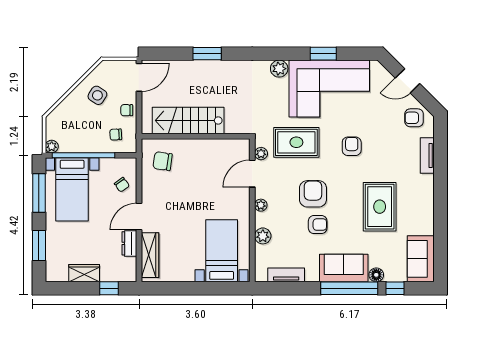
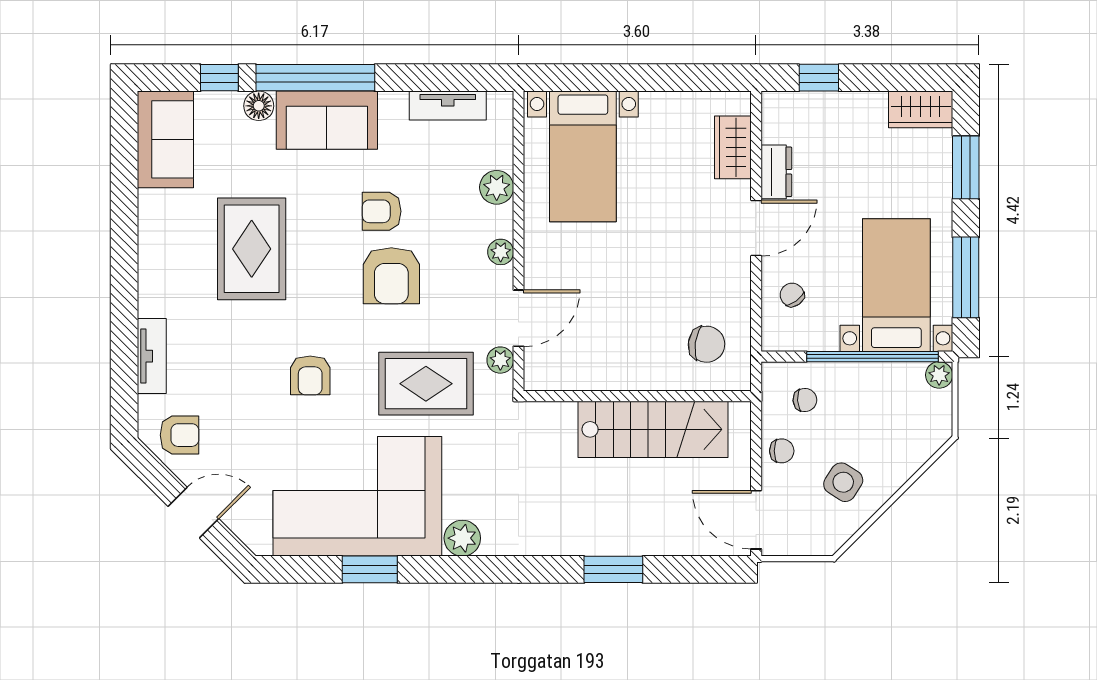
door: (139, 77) -> (756, 520), hinge flipped
wardrobe: (150, 255) -> (733, 147), width x0.67
wardrobe: (84, 273) -> (921, 109), moved

